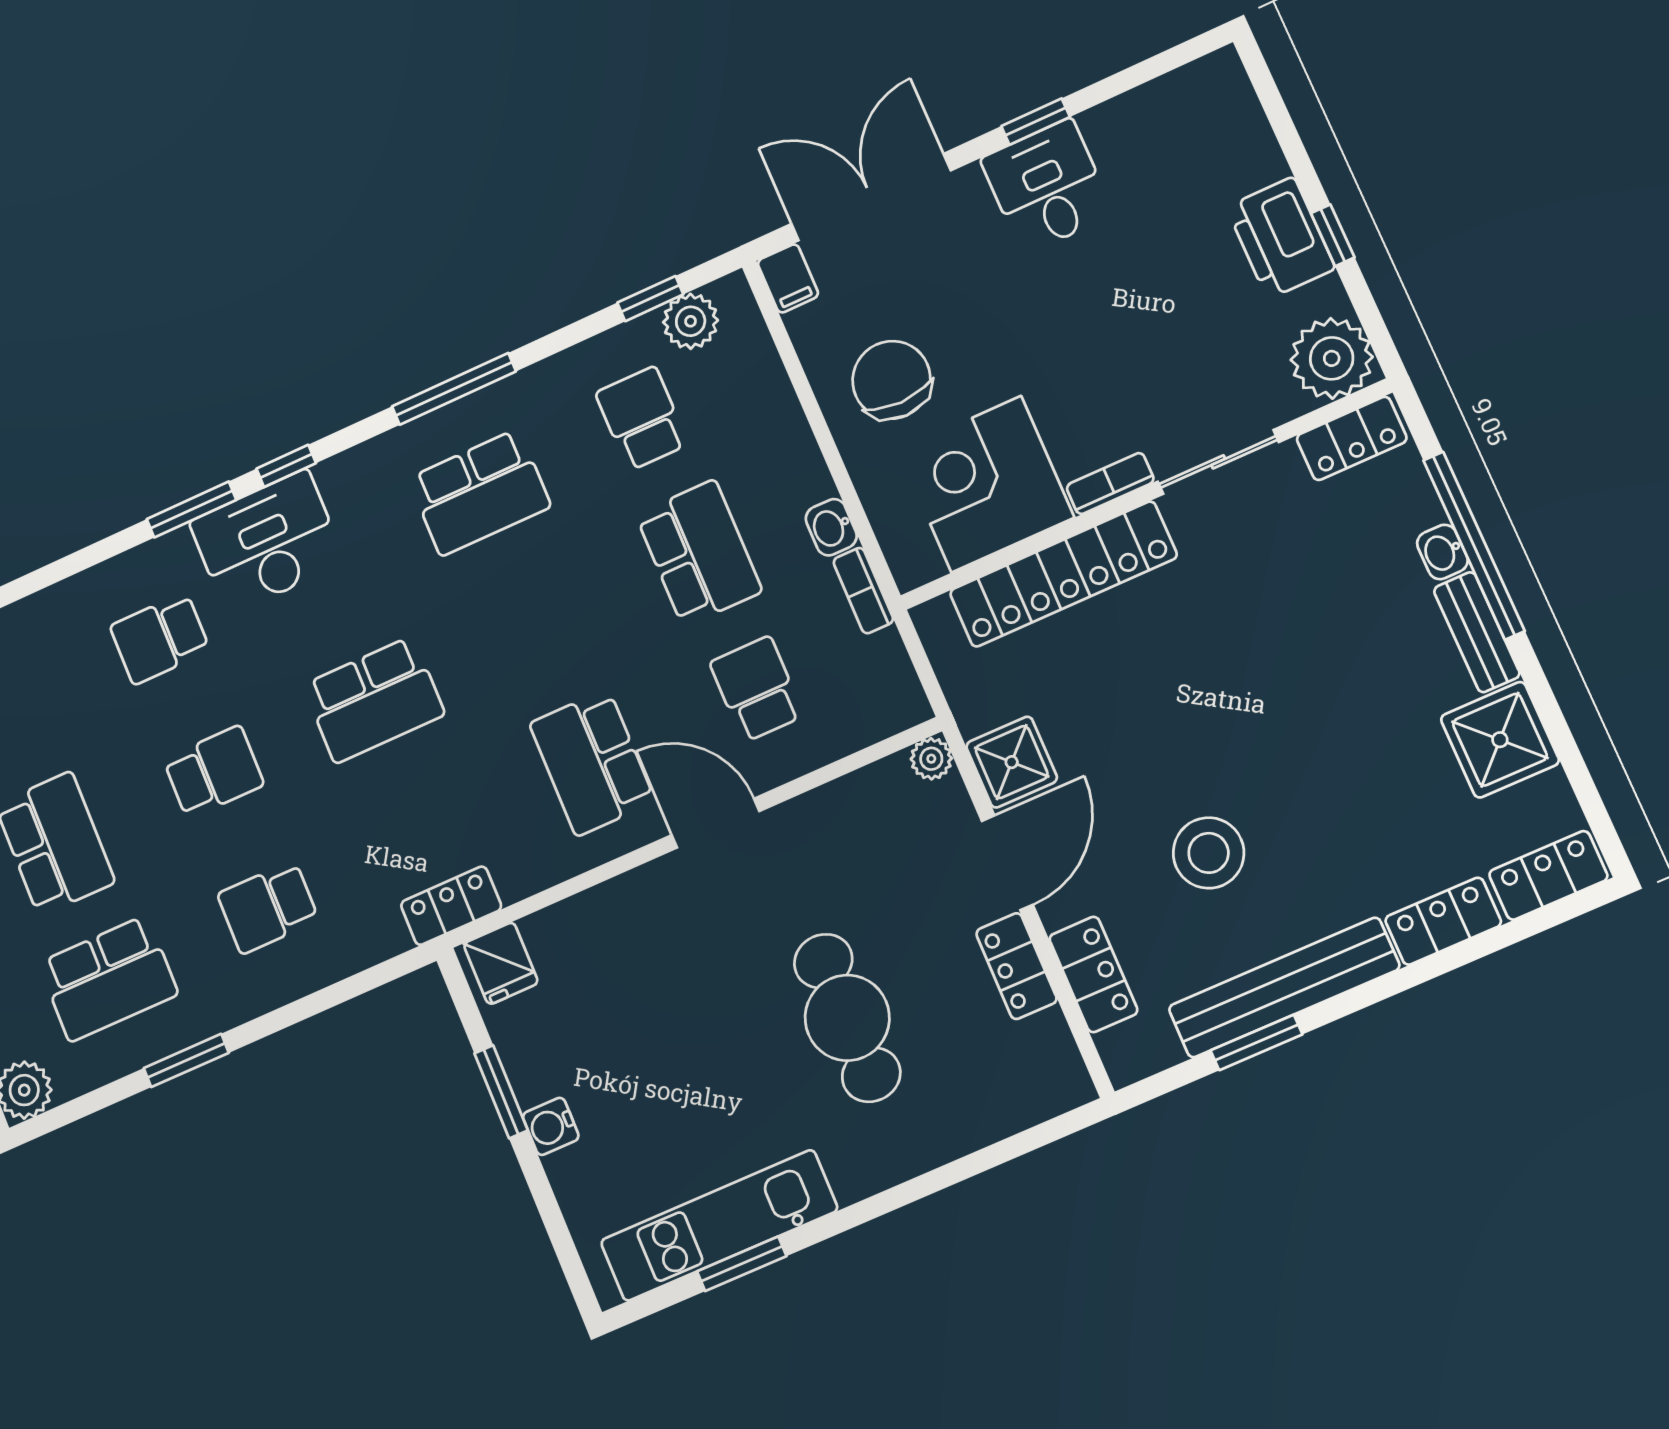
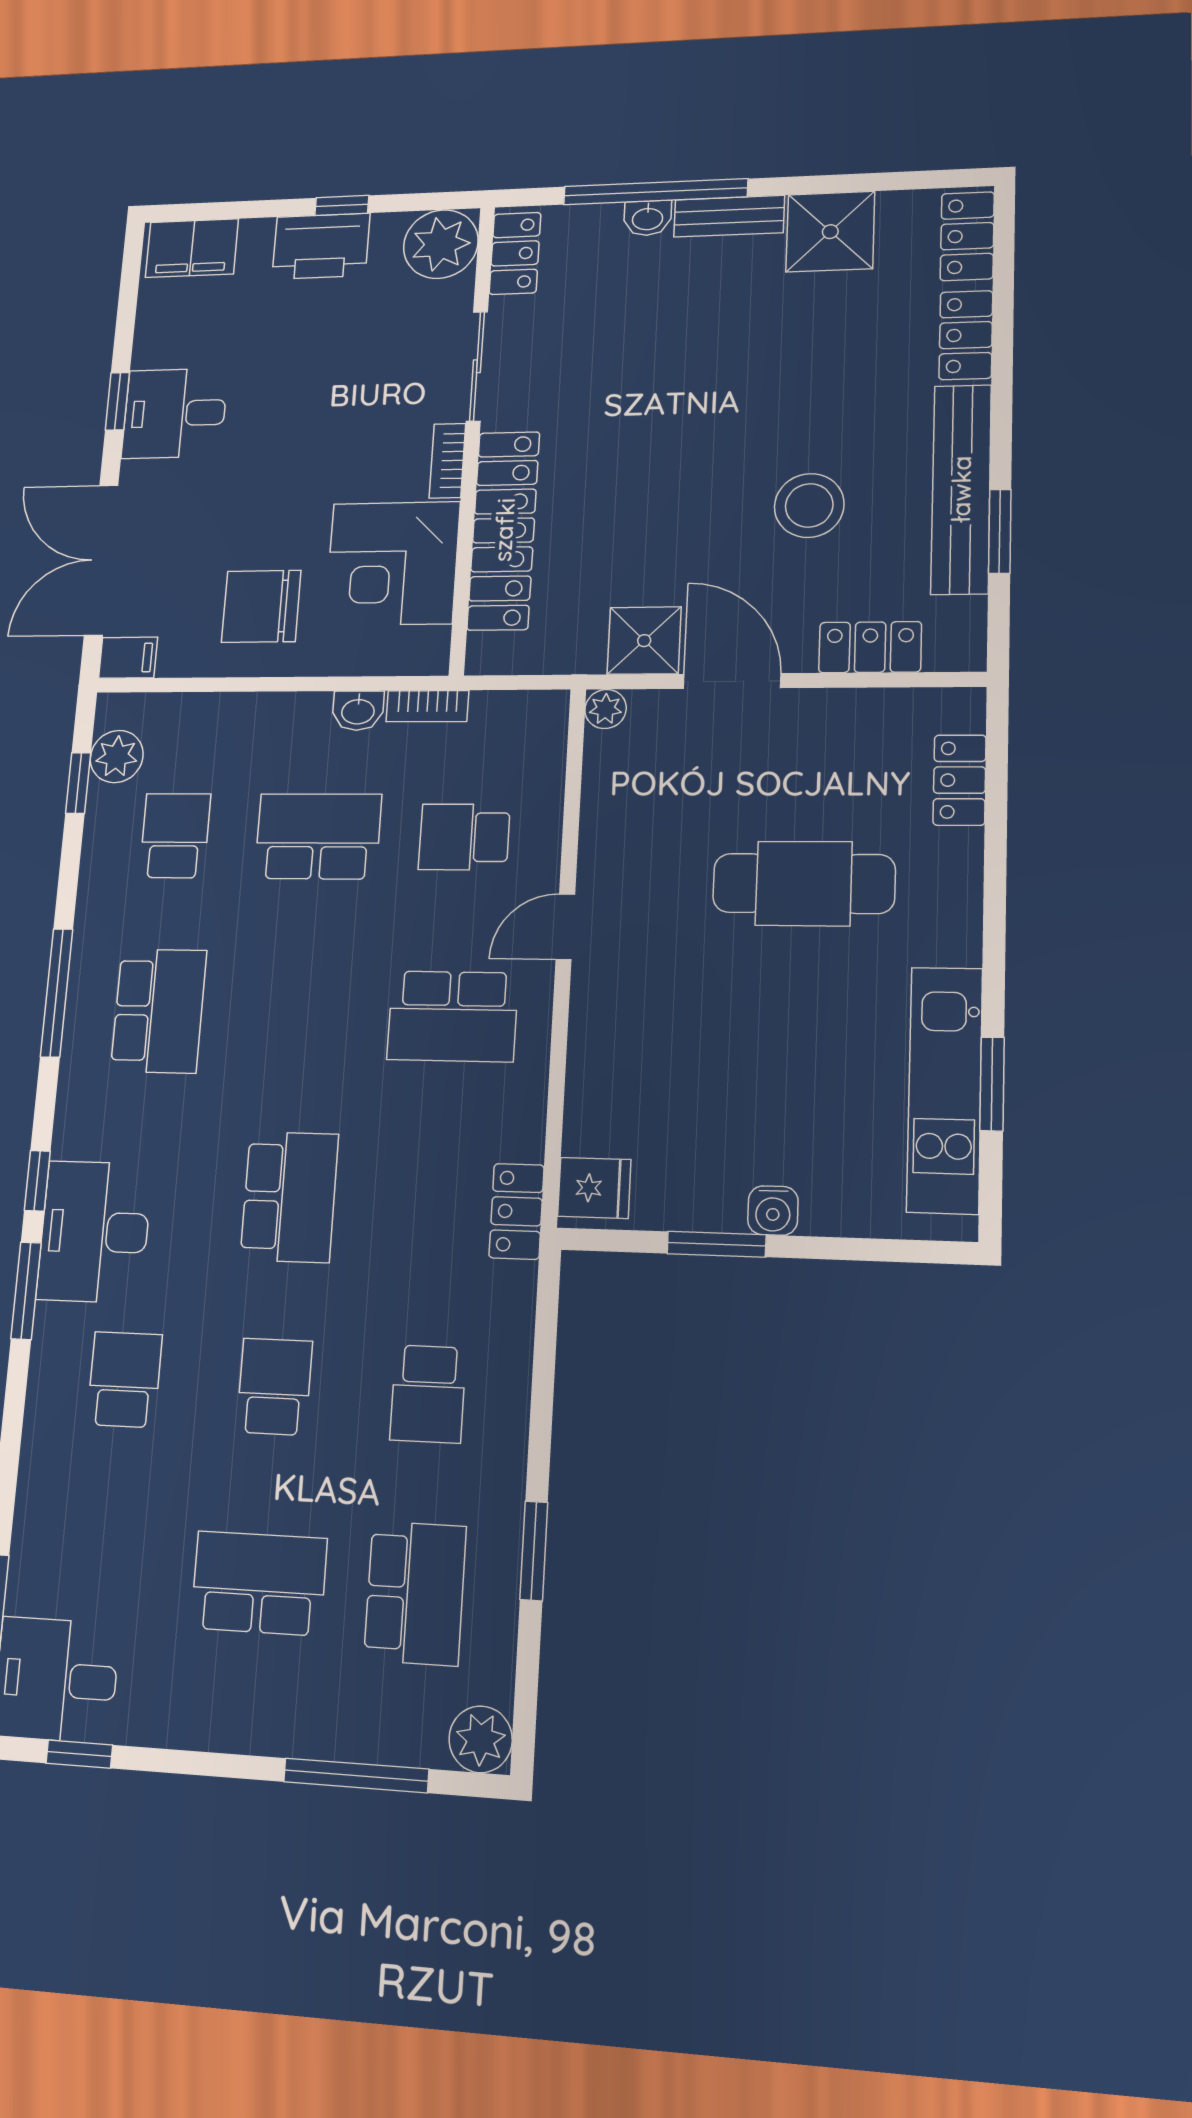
filing cabinet: (1225, 106) -> (192, 248), added
school desk: (642, 419) -> (175, 836), turned 90
school desk: (160, 638) -> (124, 1379), turned 180
door: (715, 823) -> (565, 927), width x0.73
locker: (1016, 966) -> (960, 780), moved, turned 90

